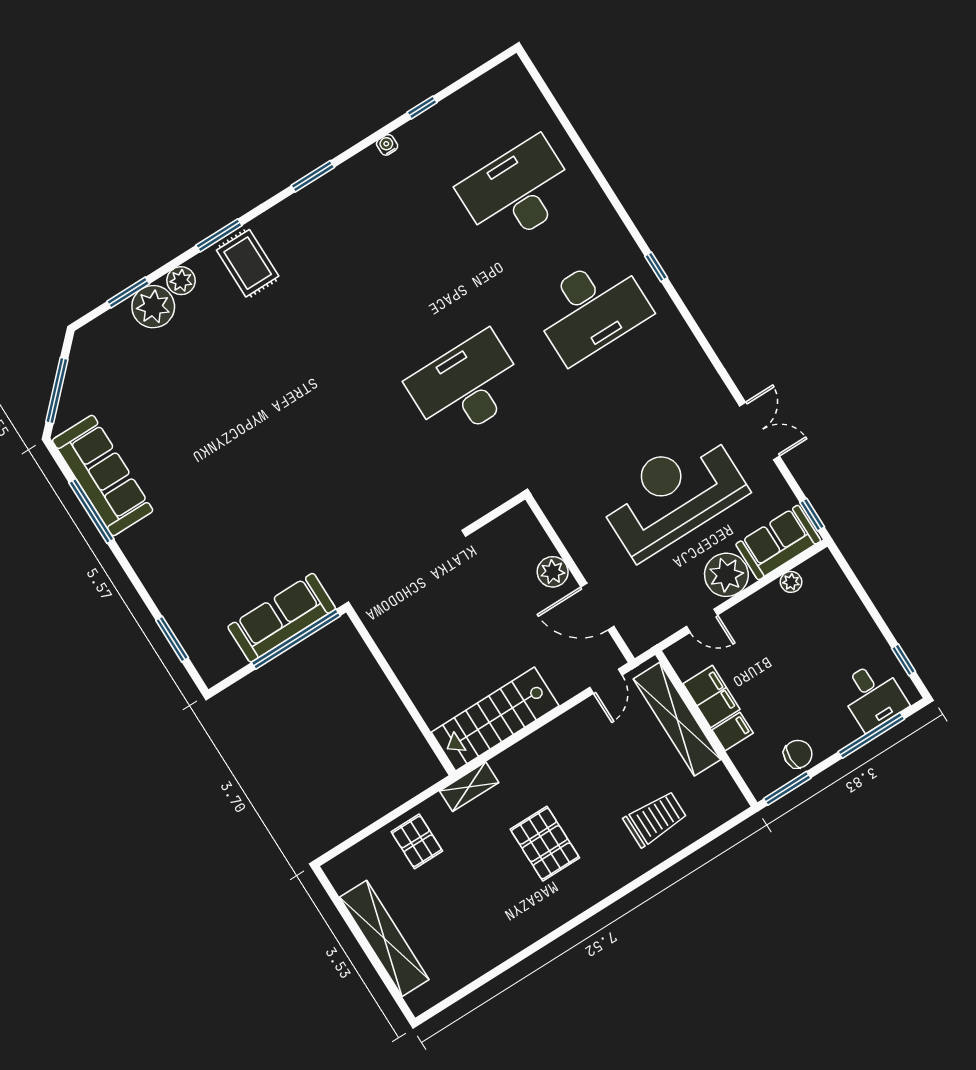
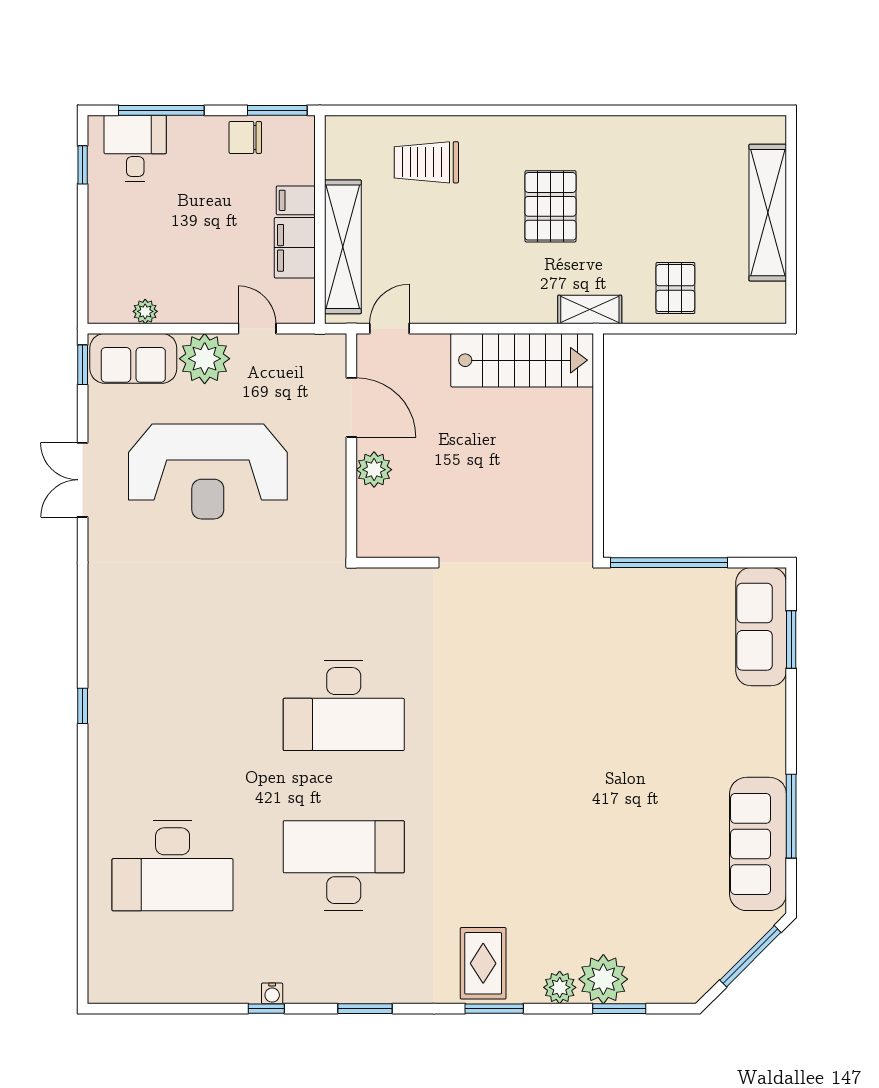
window: (422, 107) -> (266, 1009), moved
desk: (591, 308) -> (344, 866), moved
sofa: (282, 618) -> (761, 627), moved, turned 90

